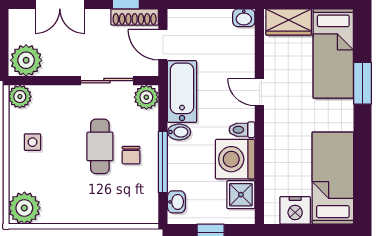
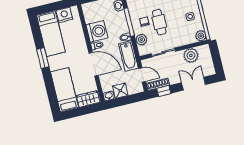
plant: (26, 60) -> (191, 55), moved
window: (363, 83) -> (43, 58), moved
door: (259, 92) -> (93, 64), width x1.87
plant: (146, 97) -> (141, 40), moved
shower: (241, 195) -> (120, 91), moved

